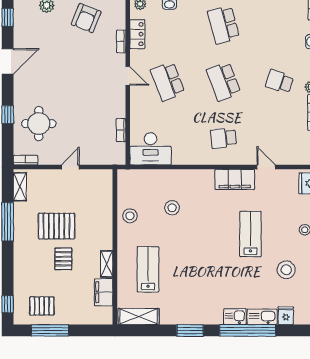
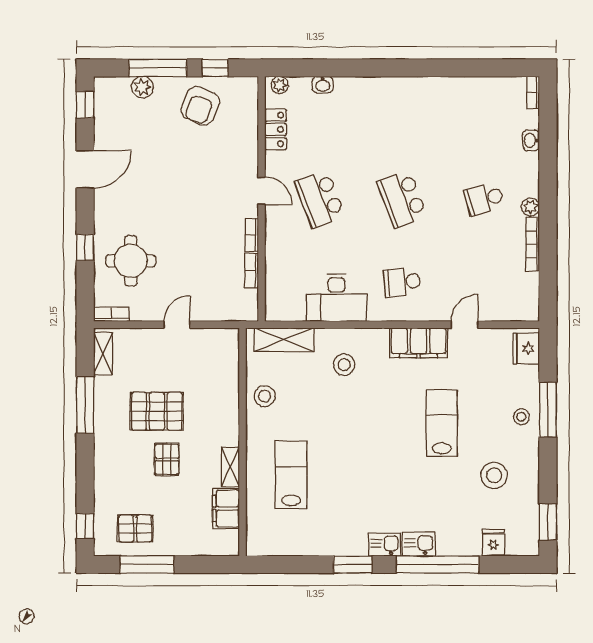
school desk: (224, 25) -> (402, 116), removed
bookcase: (121, 41) -> (252, 235), moved
school desk: (279, 81) -> (484, 199), turned -33
desk: (151, 149) -> (337, 298), moved
door: (266, 167) -> (465, 325), hinge flipped
stool: (172, 208) -> (344, 365), moved
shelving: (139, 317) -> (284, 340), moved
kitchen sink: (262, 317) -> (385, 544), moved, width x0.73

